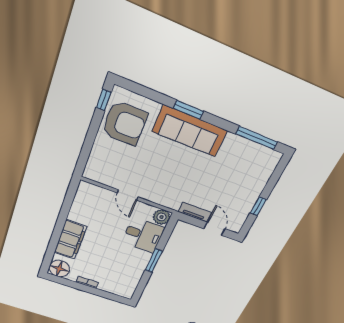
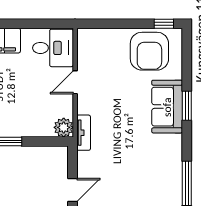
sofa: (190, 131) -> (167, 107), width x0.73
tv unit: (195, 212) -> (84, 133), moved
desk: (143, 235) -> (53, 48), moved, turned -90

